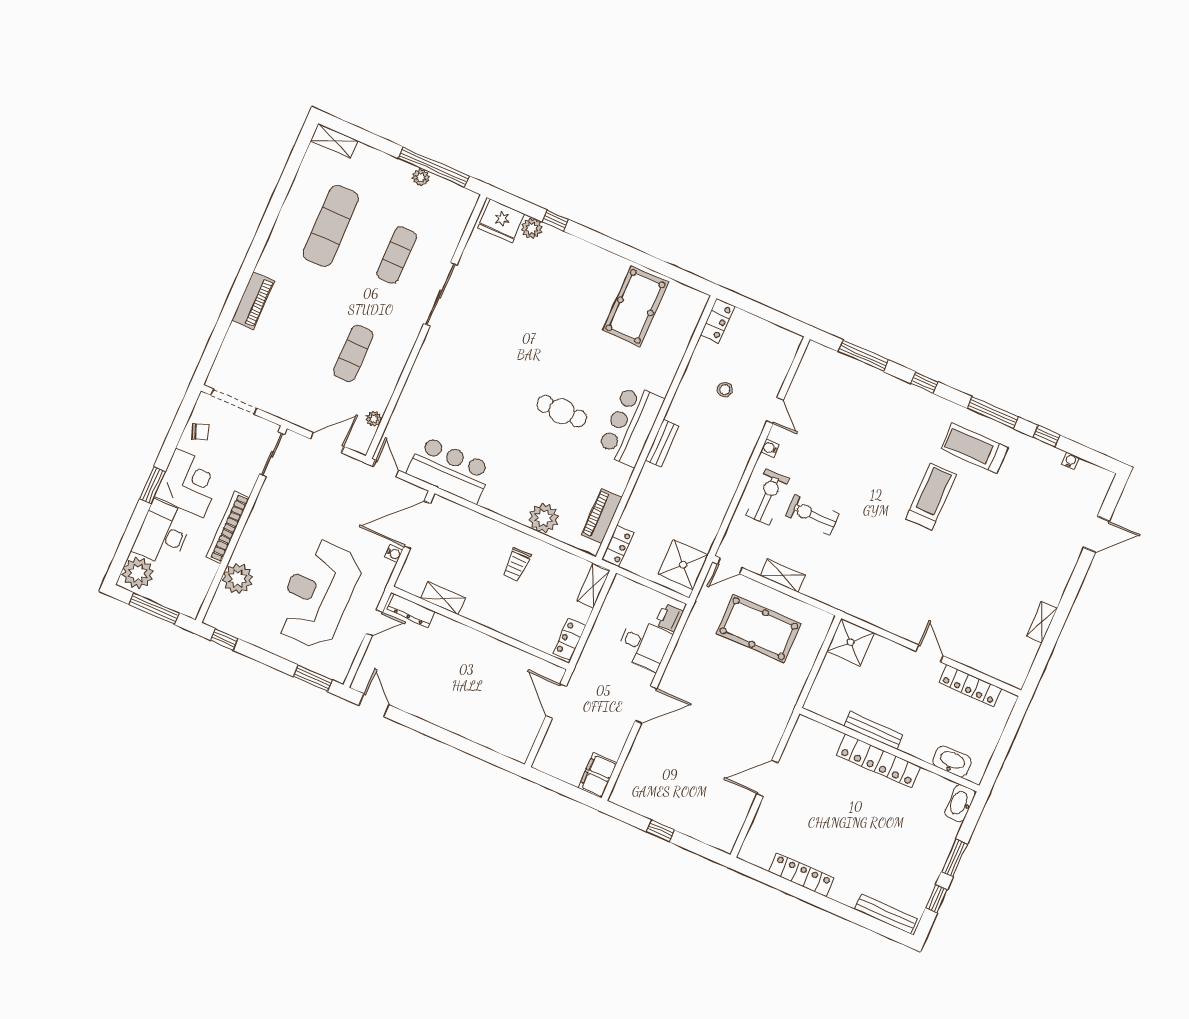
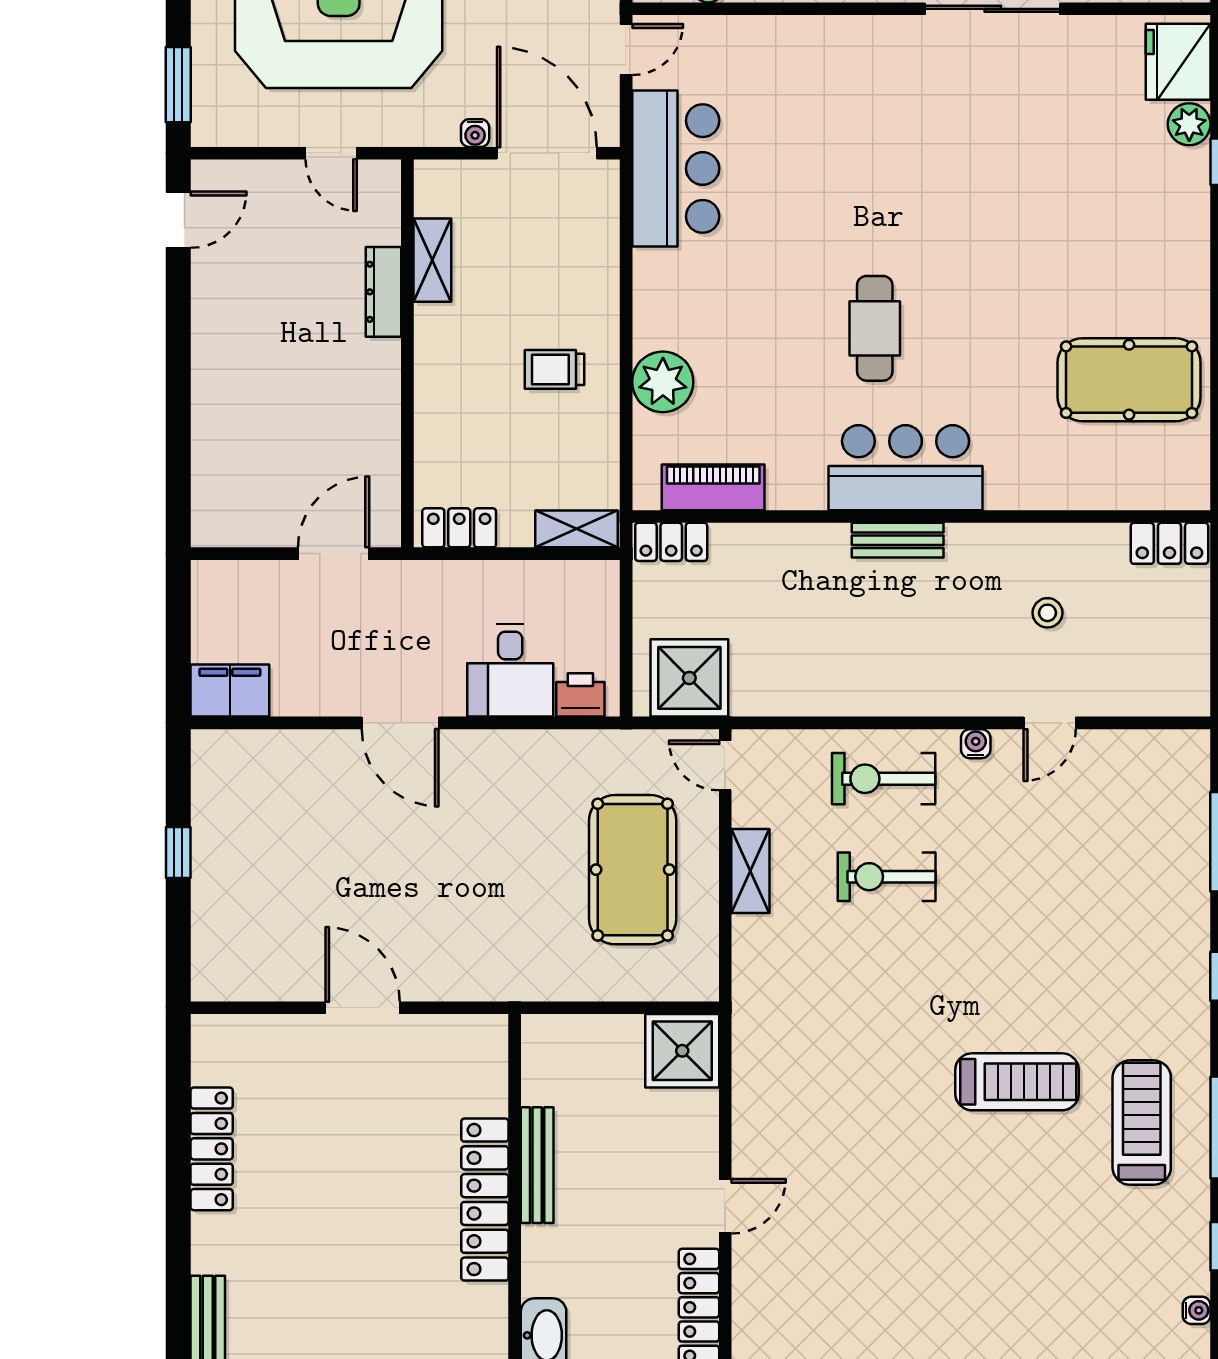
exercise bike: (767, 497) -> (884, 779), turned 180
exercise bike: (812, 515) -> (887, 877), turned -90
dresser: (411, 610) -> (384, 292), moved

